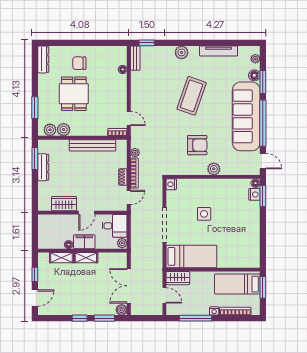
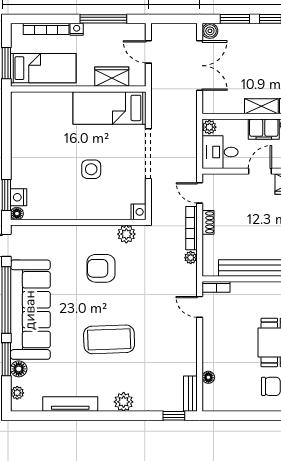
coffee table: (192, 96) -> (109, 339), turned 69
plant: (214, 169) -> (126, 234), moved
door: (129, 197) -> (200, 193), hinge flipped
wardrobe: (178, 278) -> (112, 77), moved

